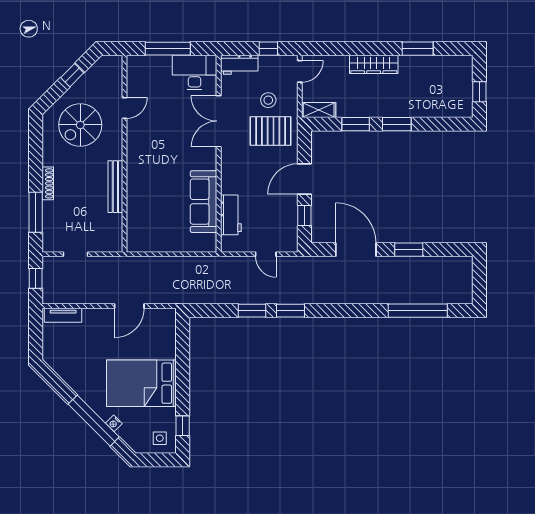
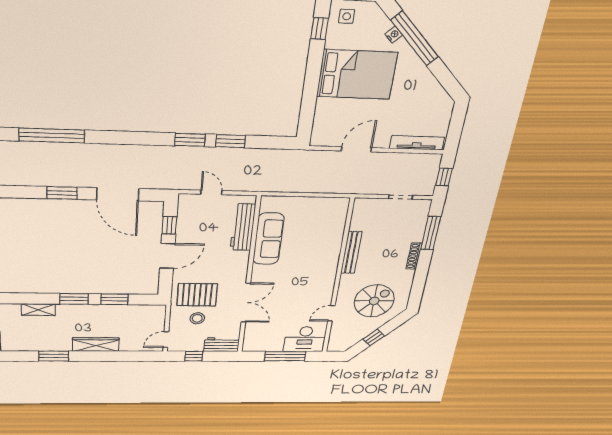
desk: (195, 72) -> (305, 339), moved
shelving: (319, 110) -> (38, 310), moved
workbench: (231, 215) -> (243, 227), width x1.37
tv unit: (63, 315) -> (417, 143), width x1.41

